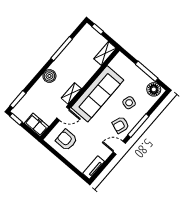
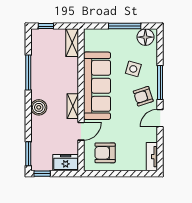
armchair: (121, 125) -> (143, 96), turned 52

